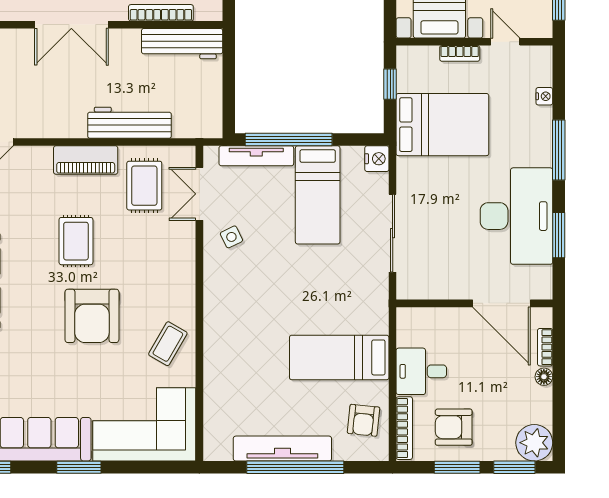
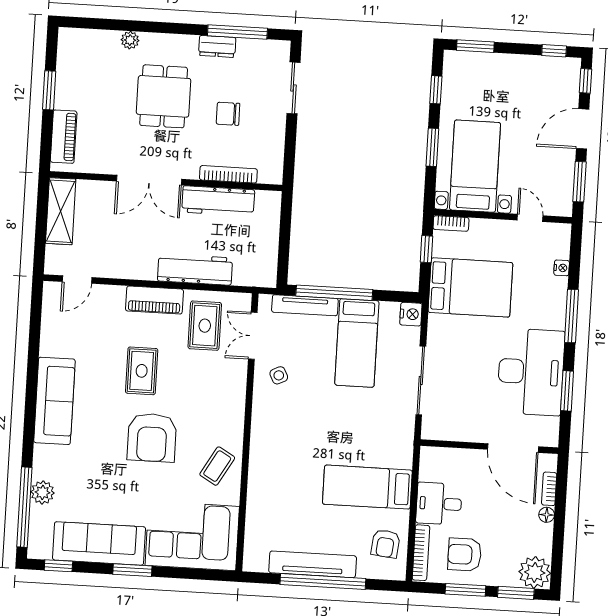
workbench: (182, 44) -> (218, 201), moved
bookcase: (460, 53) -> (451, 223), moved

